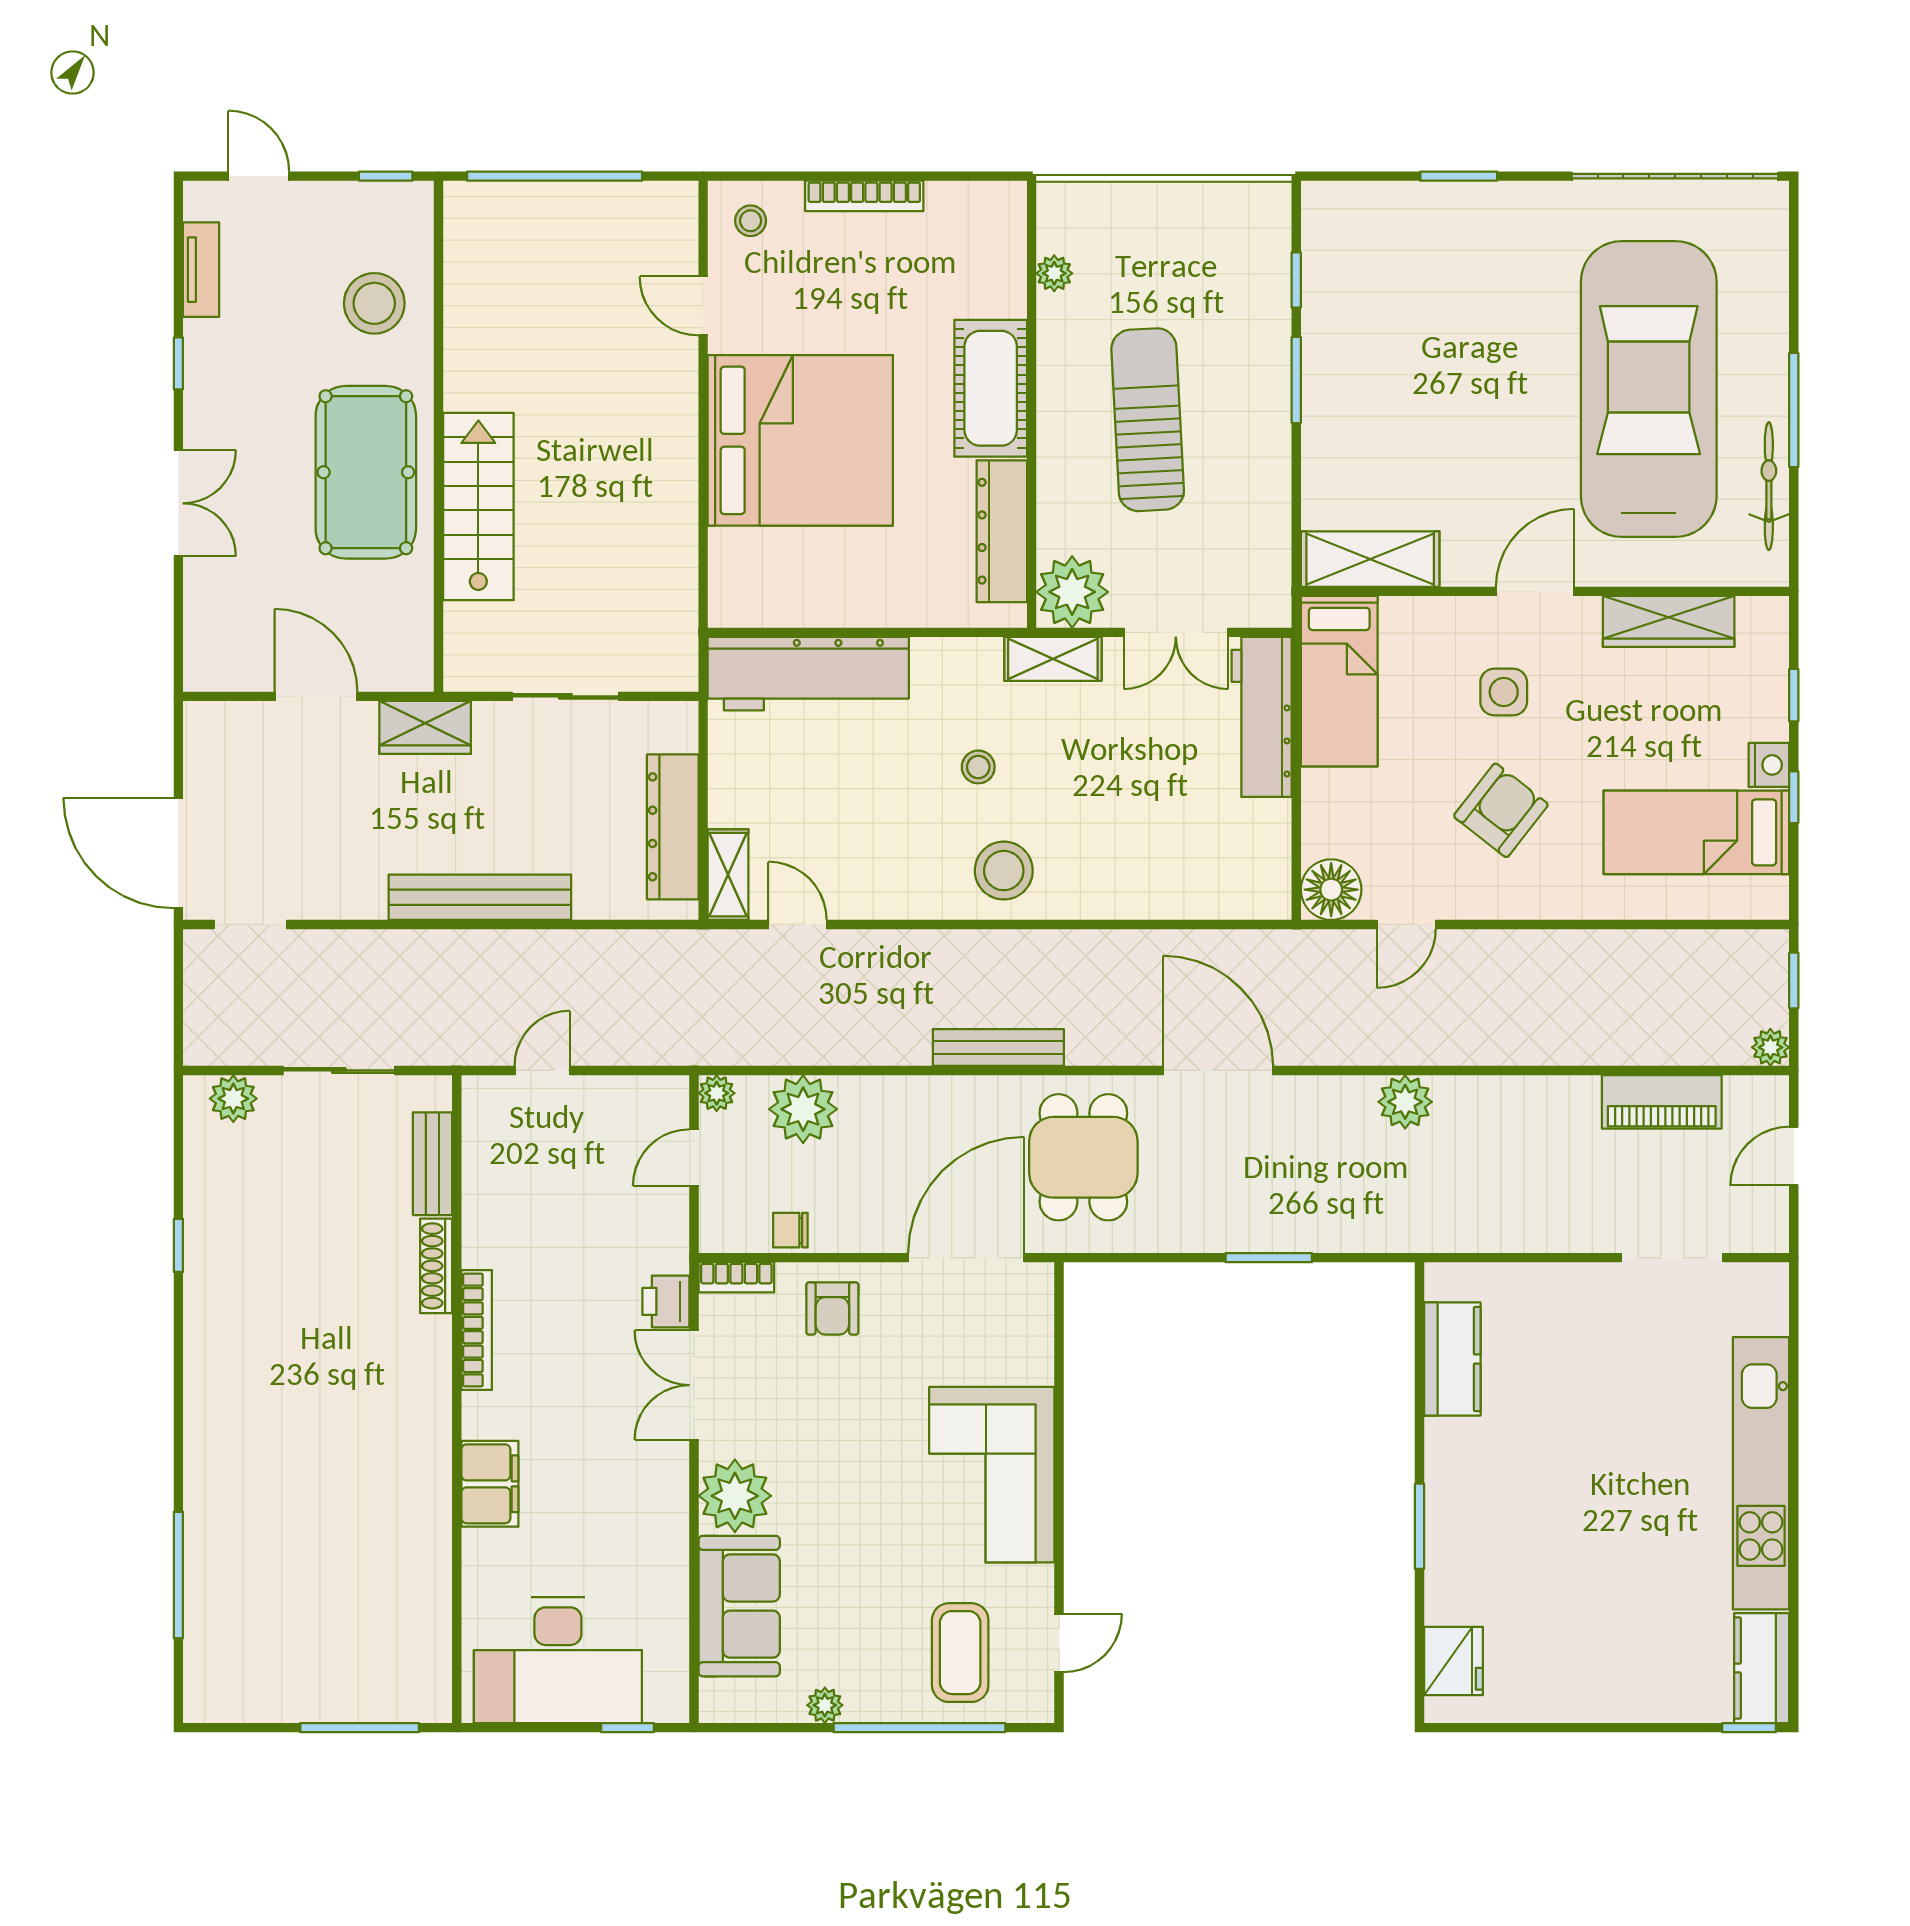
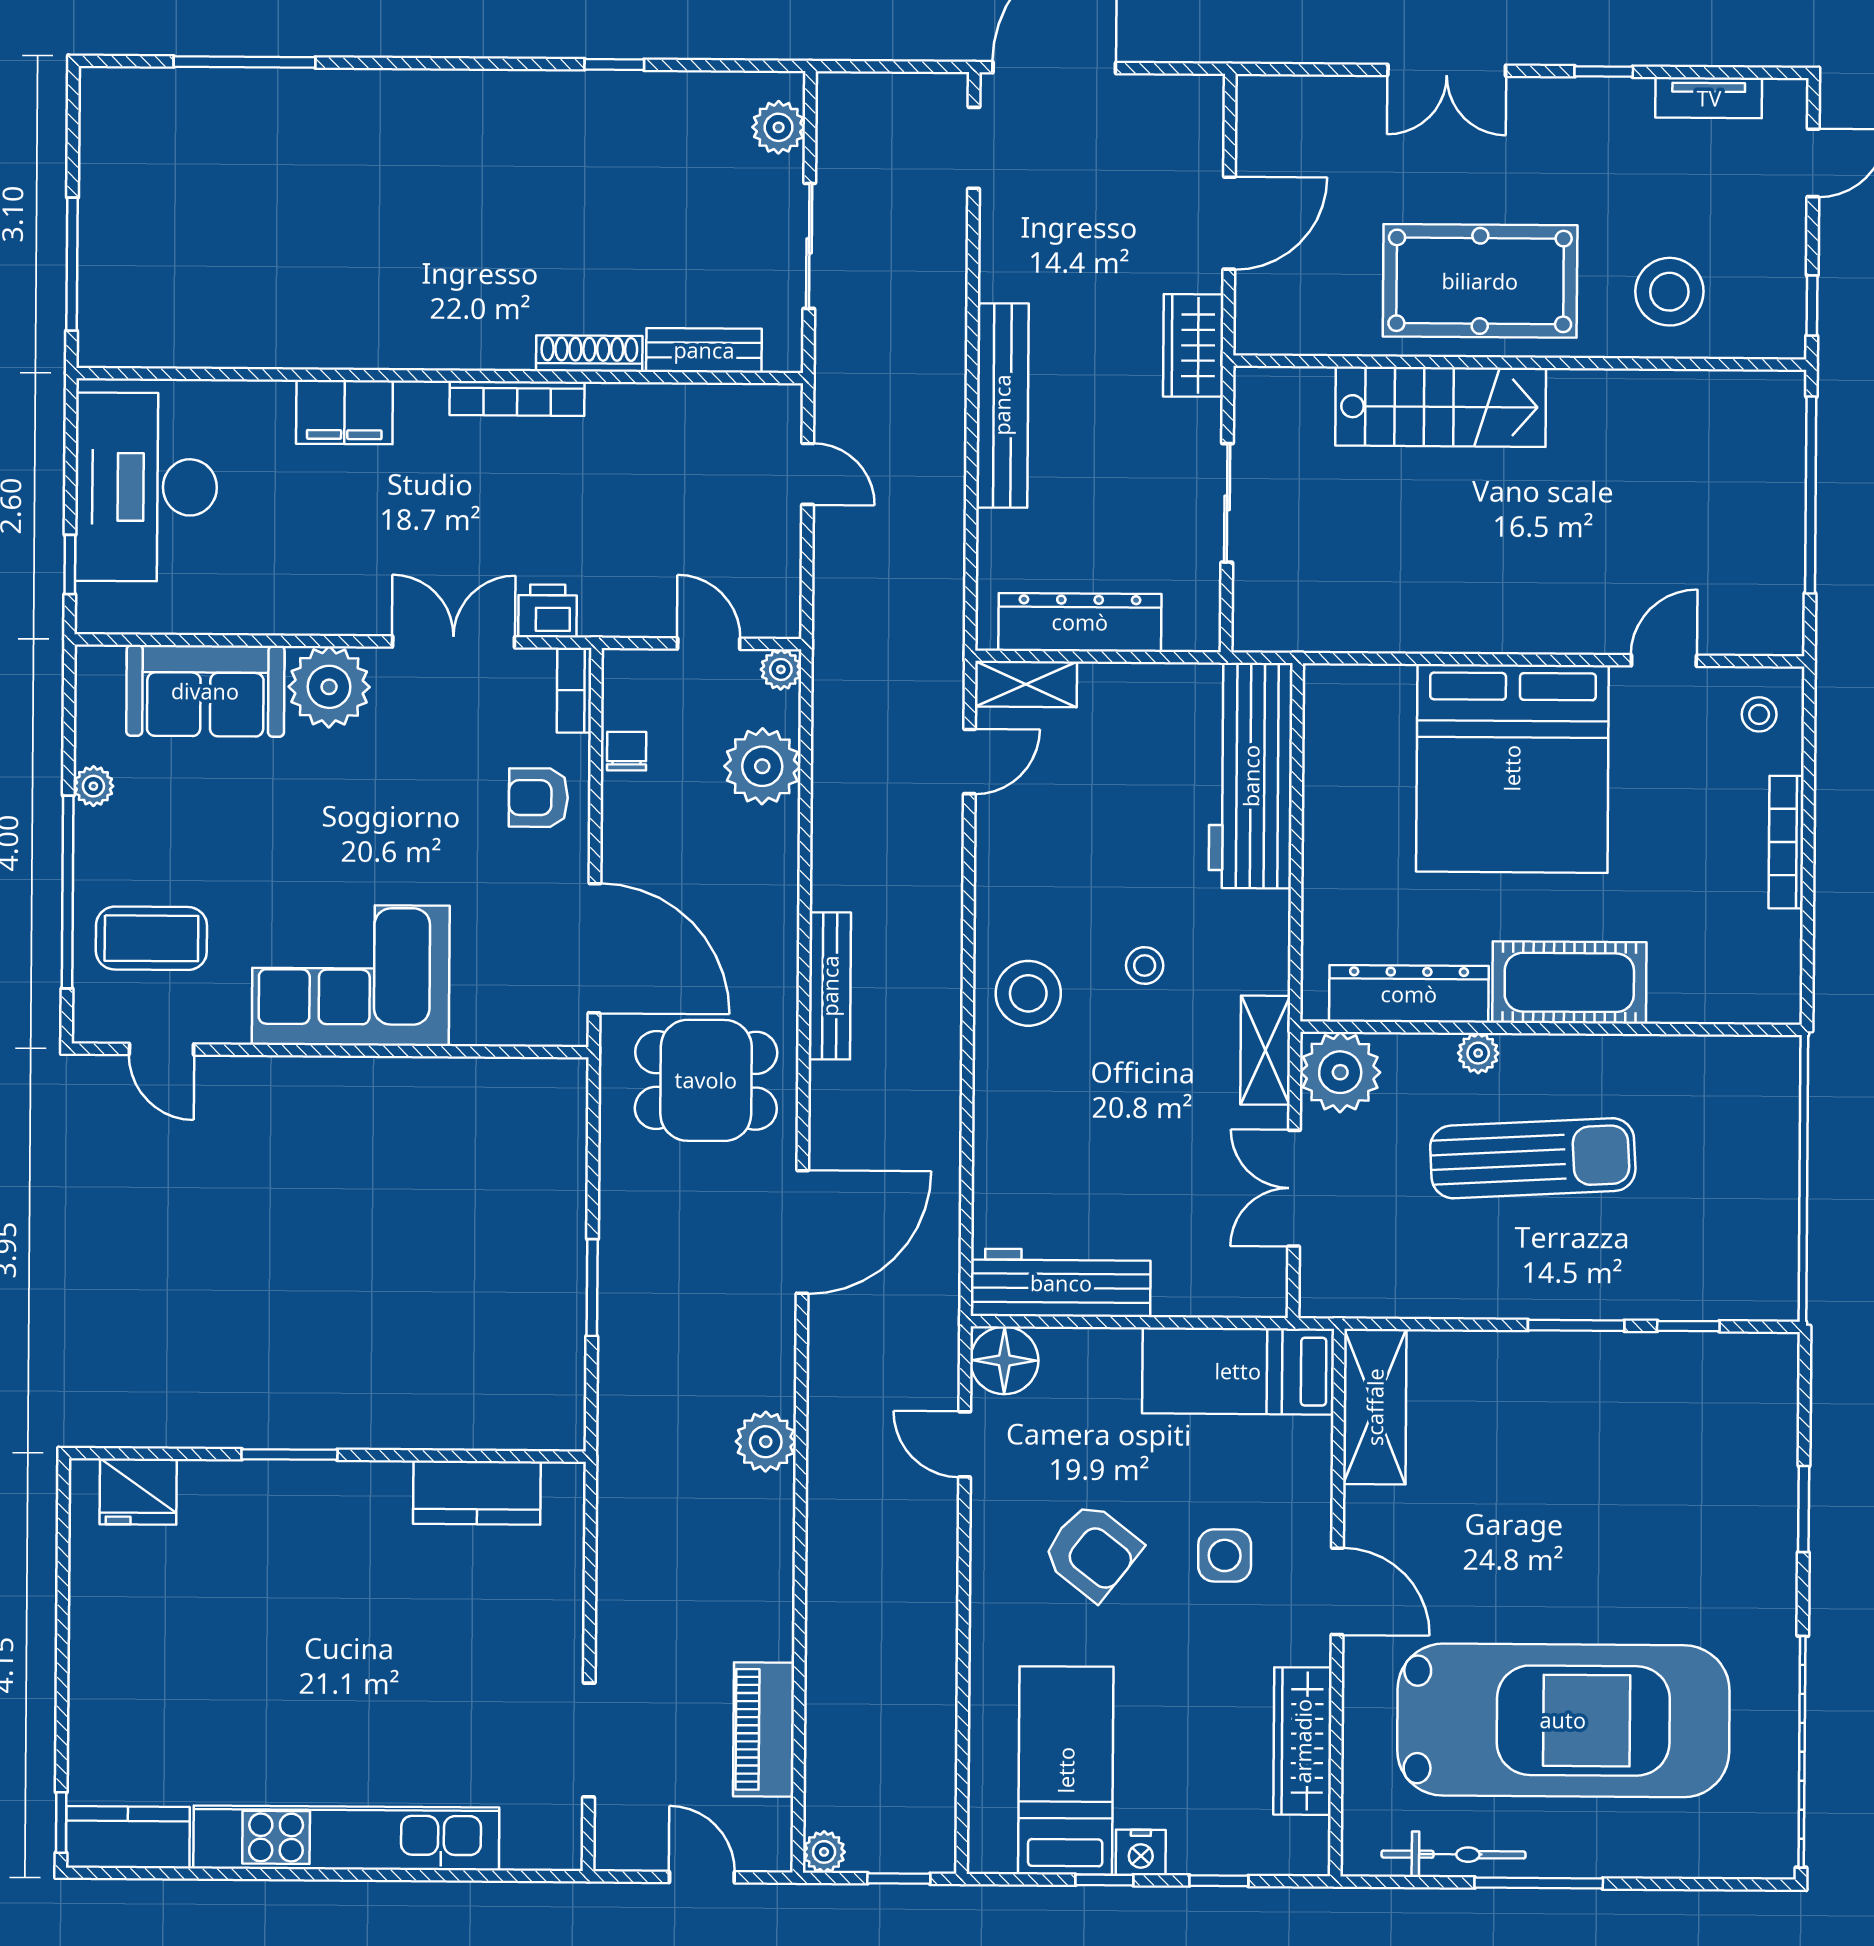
plant: (1054, 273) -> (1478, 1053), moved
workbench: (1262, 717) -> (1061, 1283), moved

